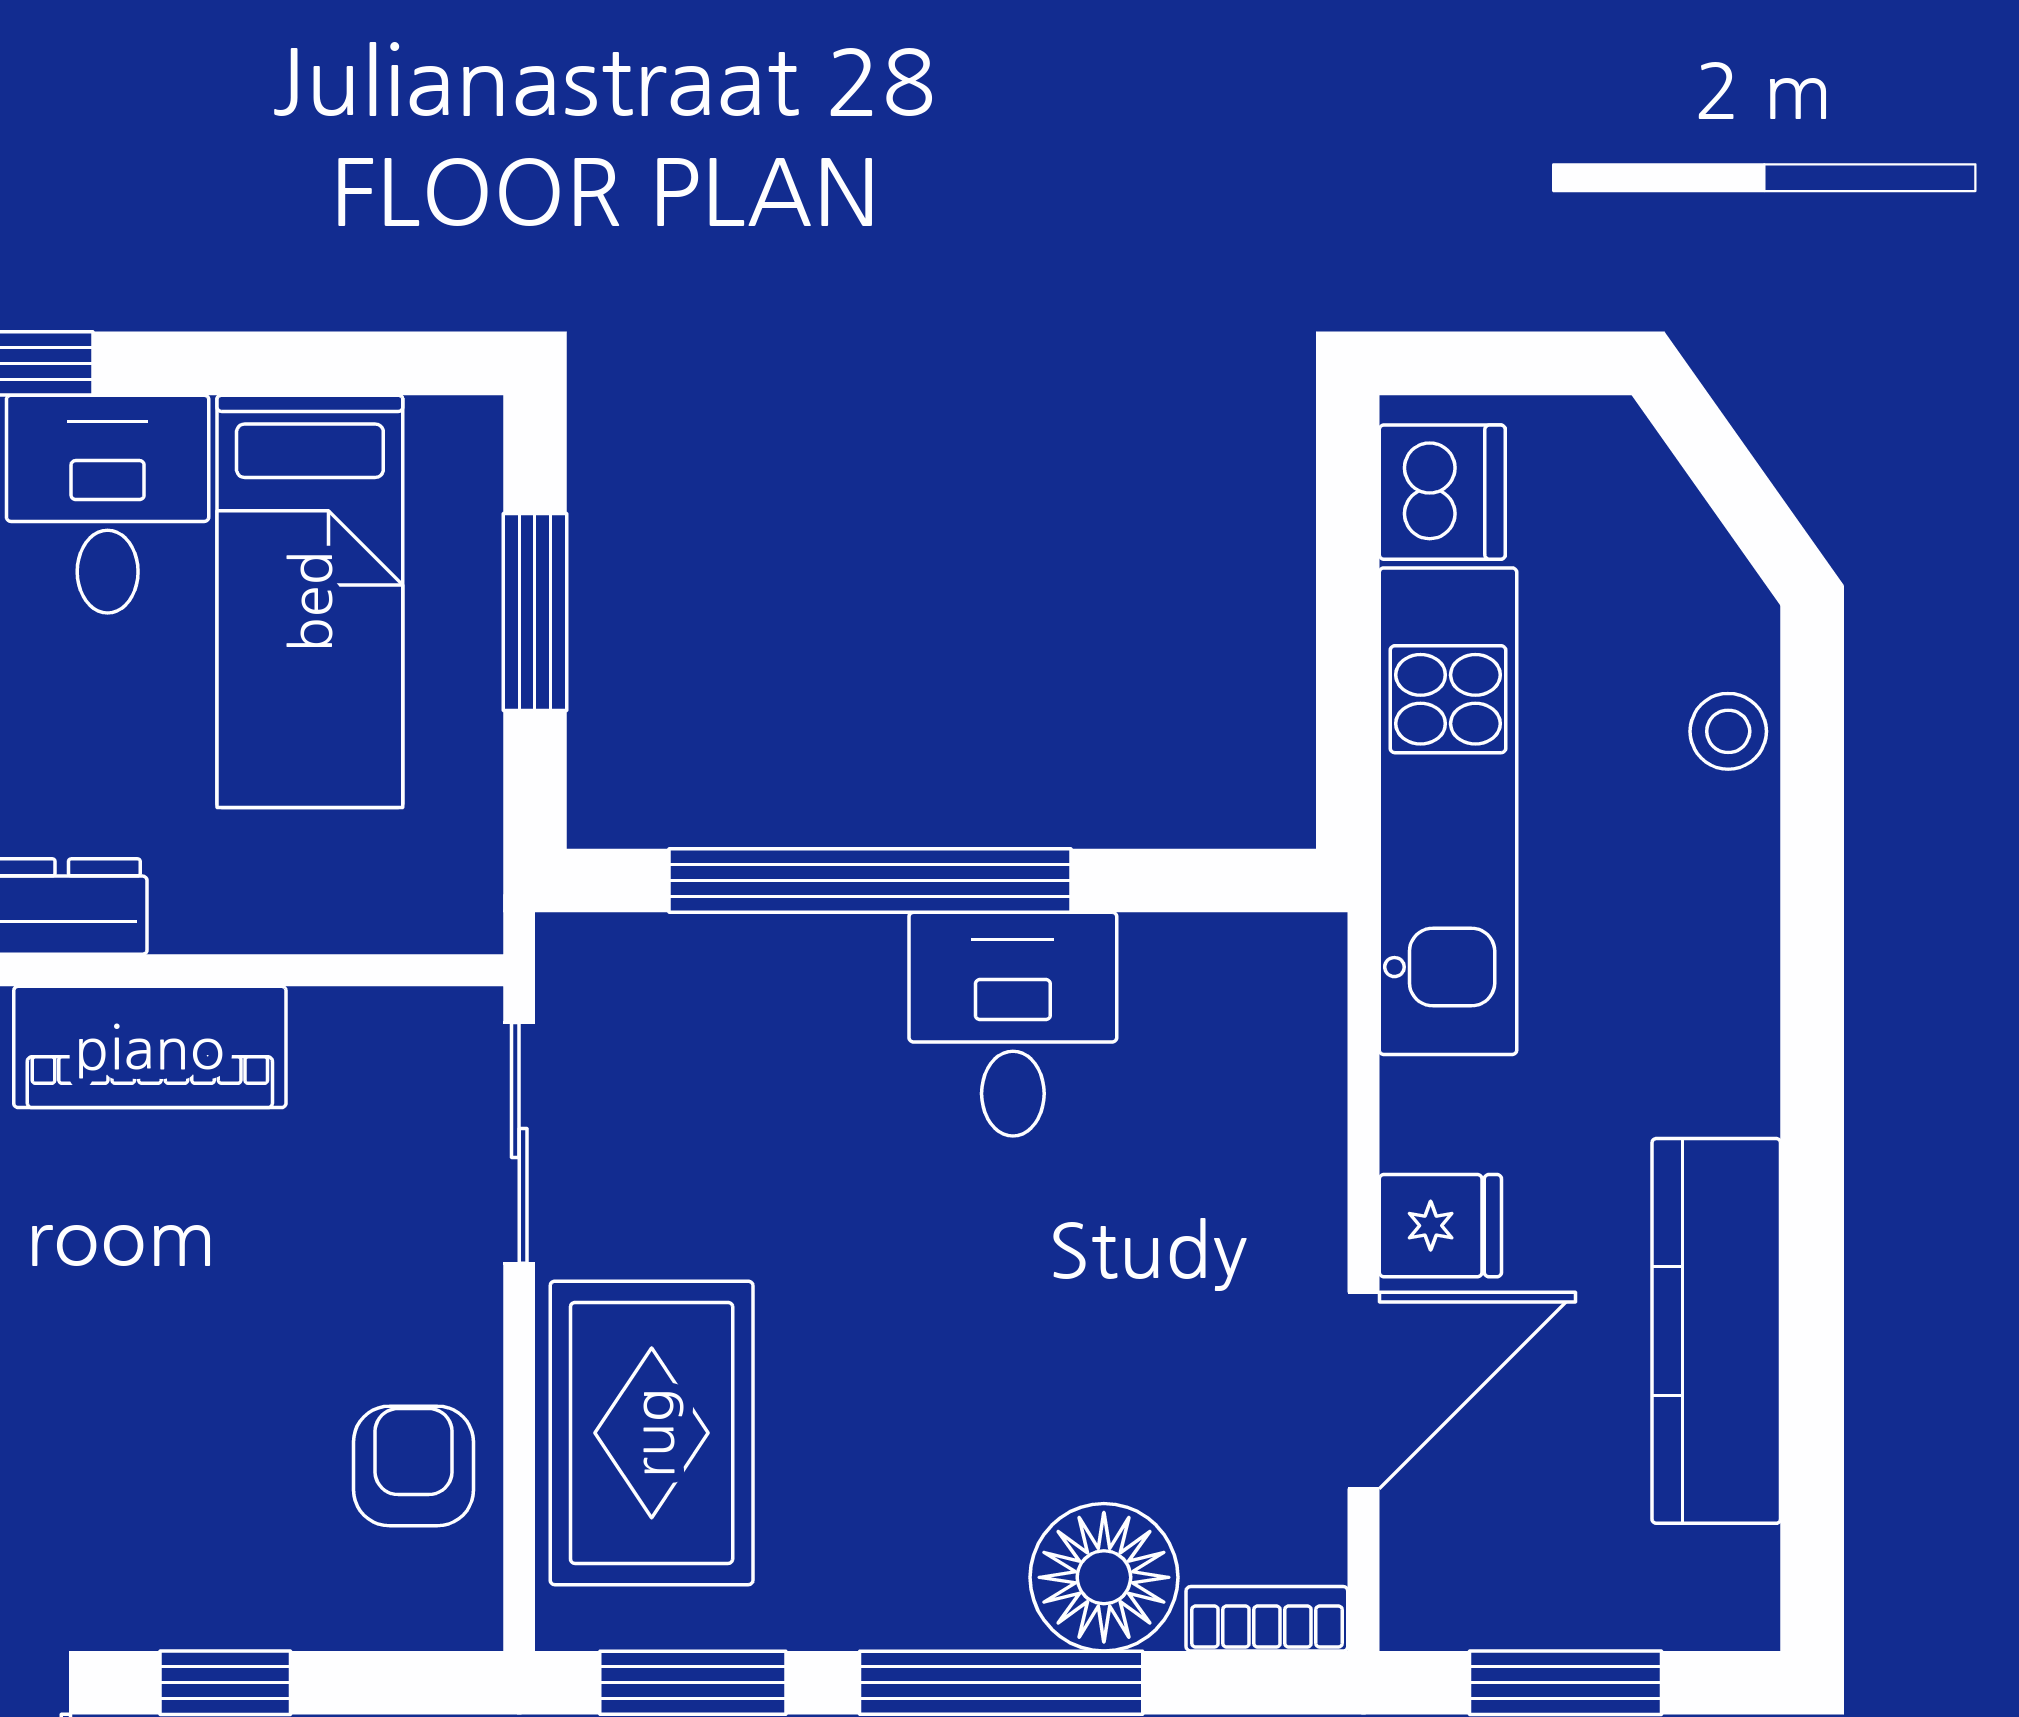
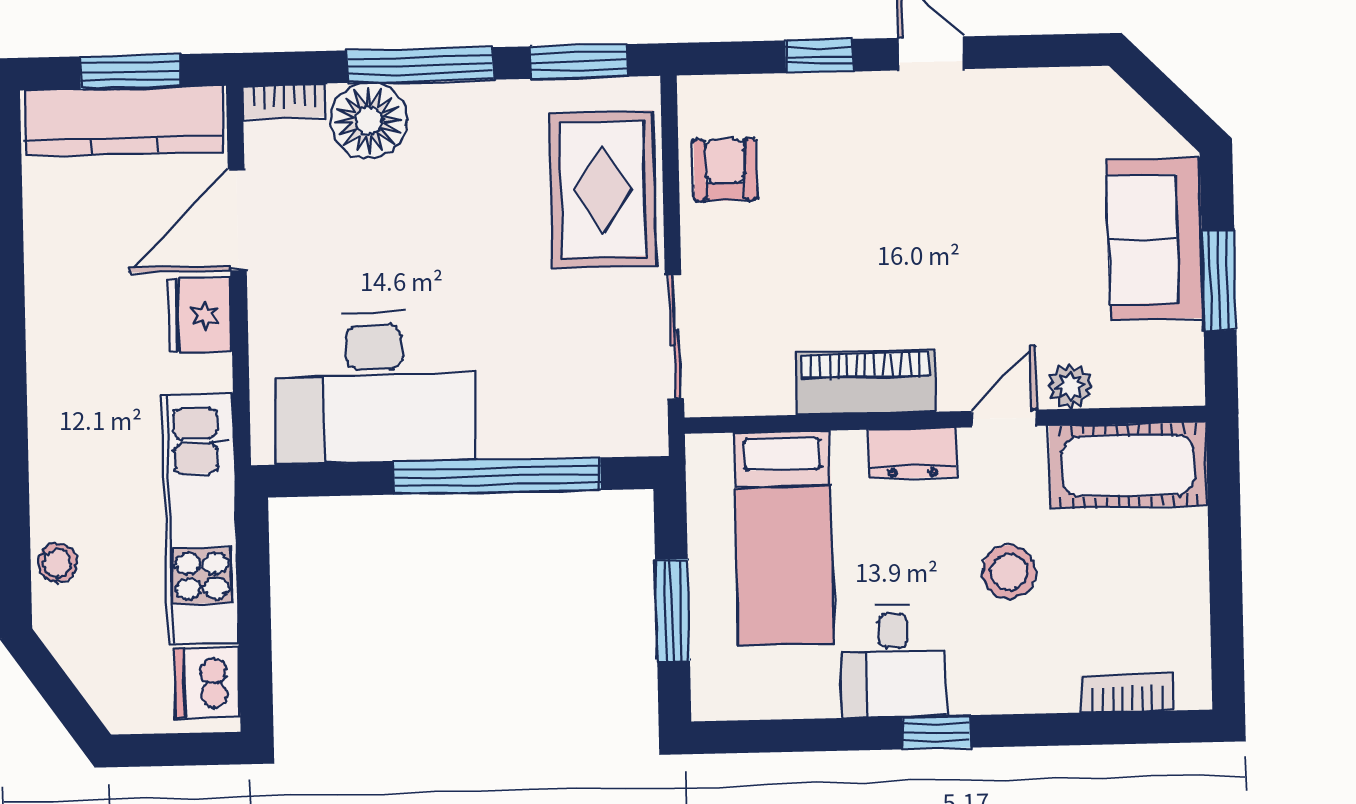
bed: (310, 601) -> (784, 538), moved, turned 180
desk: (1013, 1024) -> (375, 388), width x1.87, depth x1.30
fridge: (1440, 1226) -> (200, 315), width x1.38
kitchen counter: (1716, 1331) -> (124, 121), moved, turned 90
armchair: (413, 1466) -> (725, 170), turned 180

